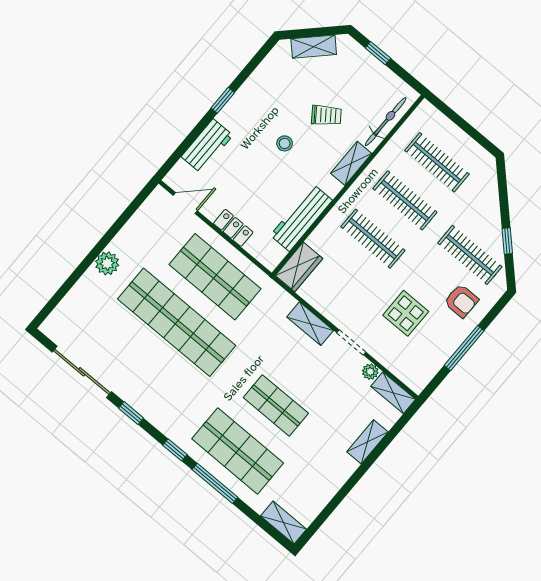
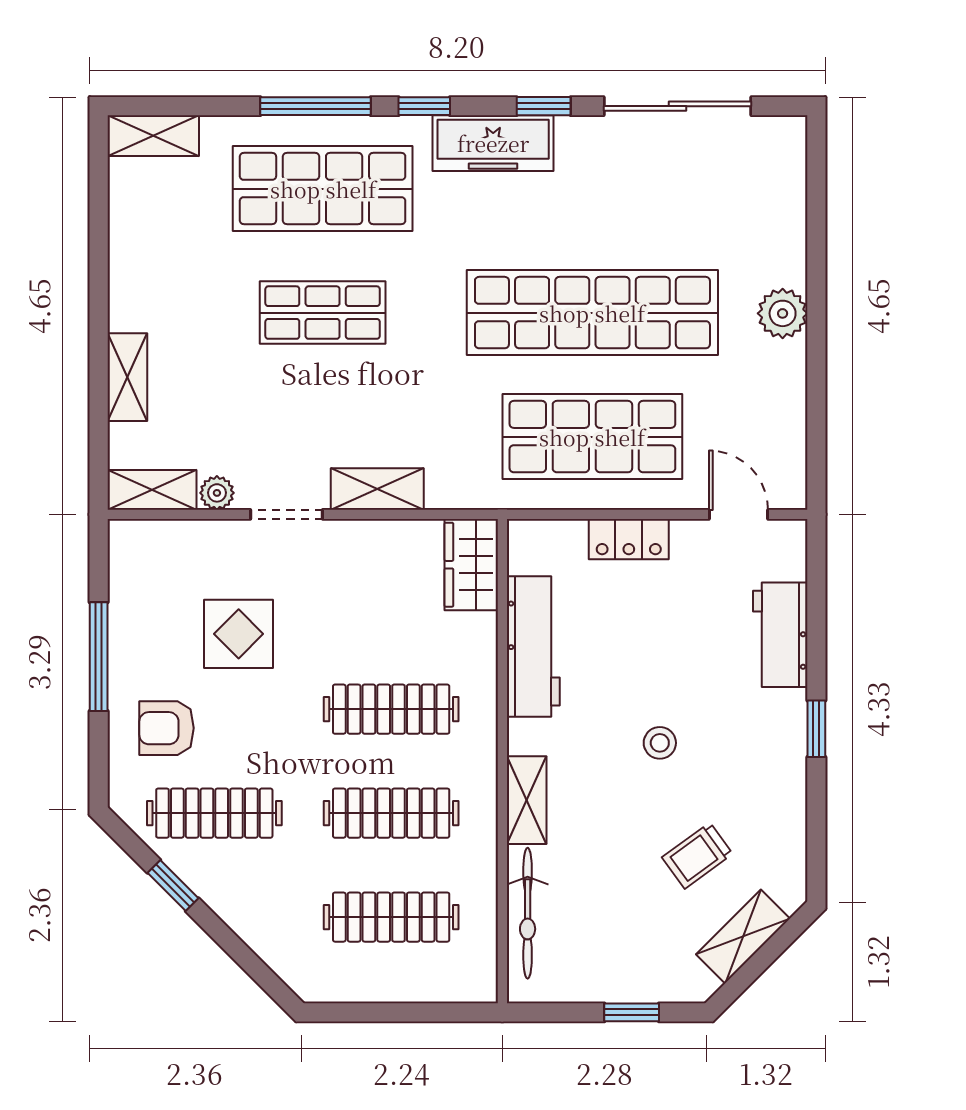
trolley: (326, 115) -> (697, 856), moved
door: (185, 203) -> (738, 514), swing flipped
freezer: (161, 415) -> (493, 143), added

